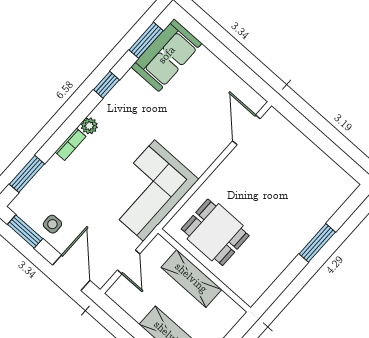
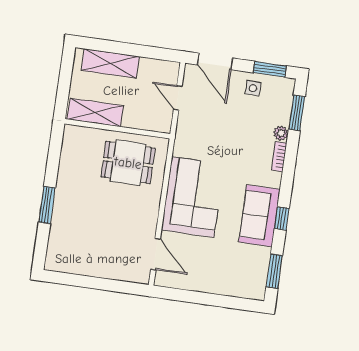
sofa: (167, 55) -> (259, 216), moved
plant: (89, 126) -> (281, 133), moved
corner sofa: (149, 190) -> (193, 197), moved
shelving: (191, 278) -> (95, 113), moved

